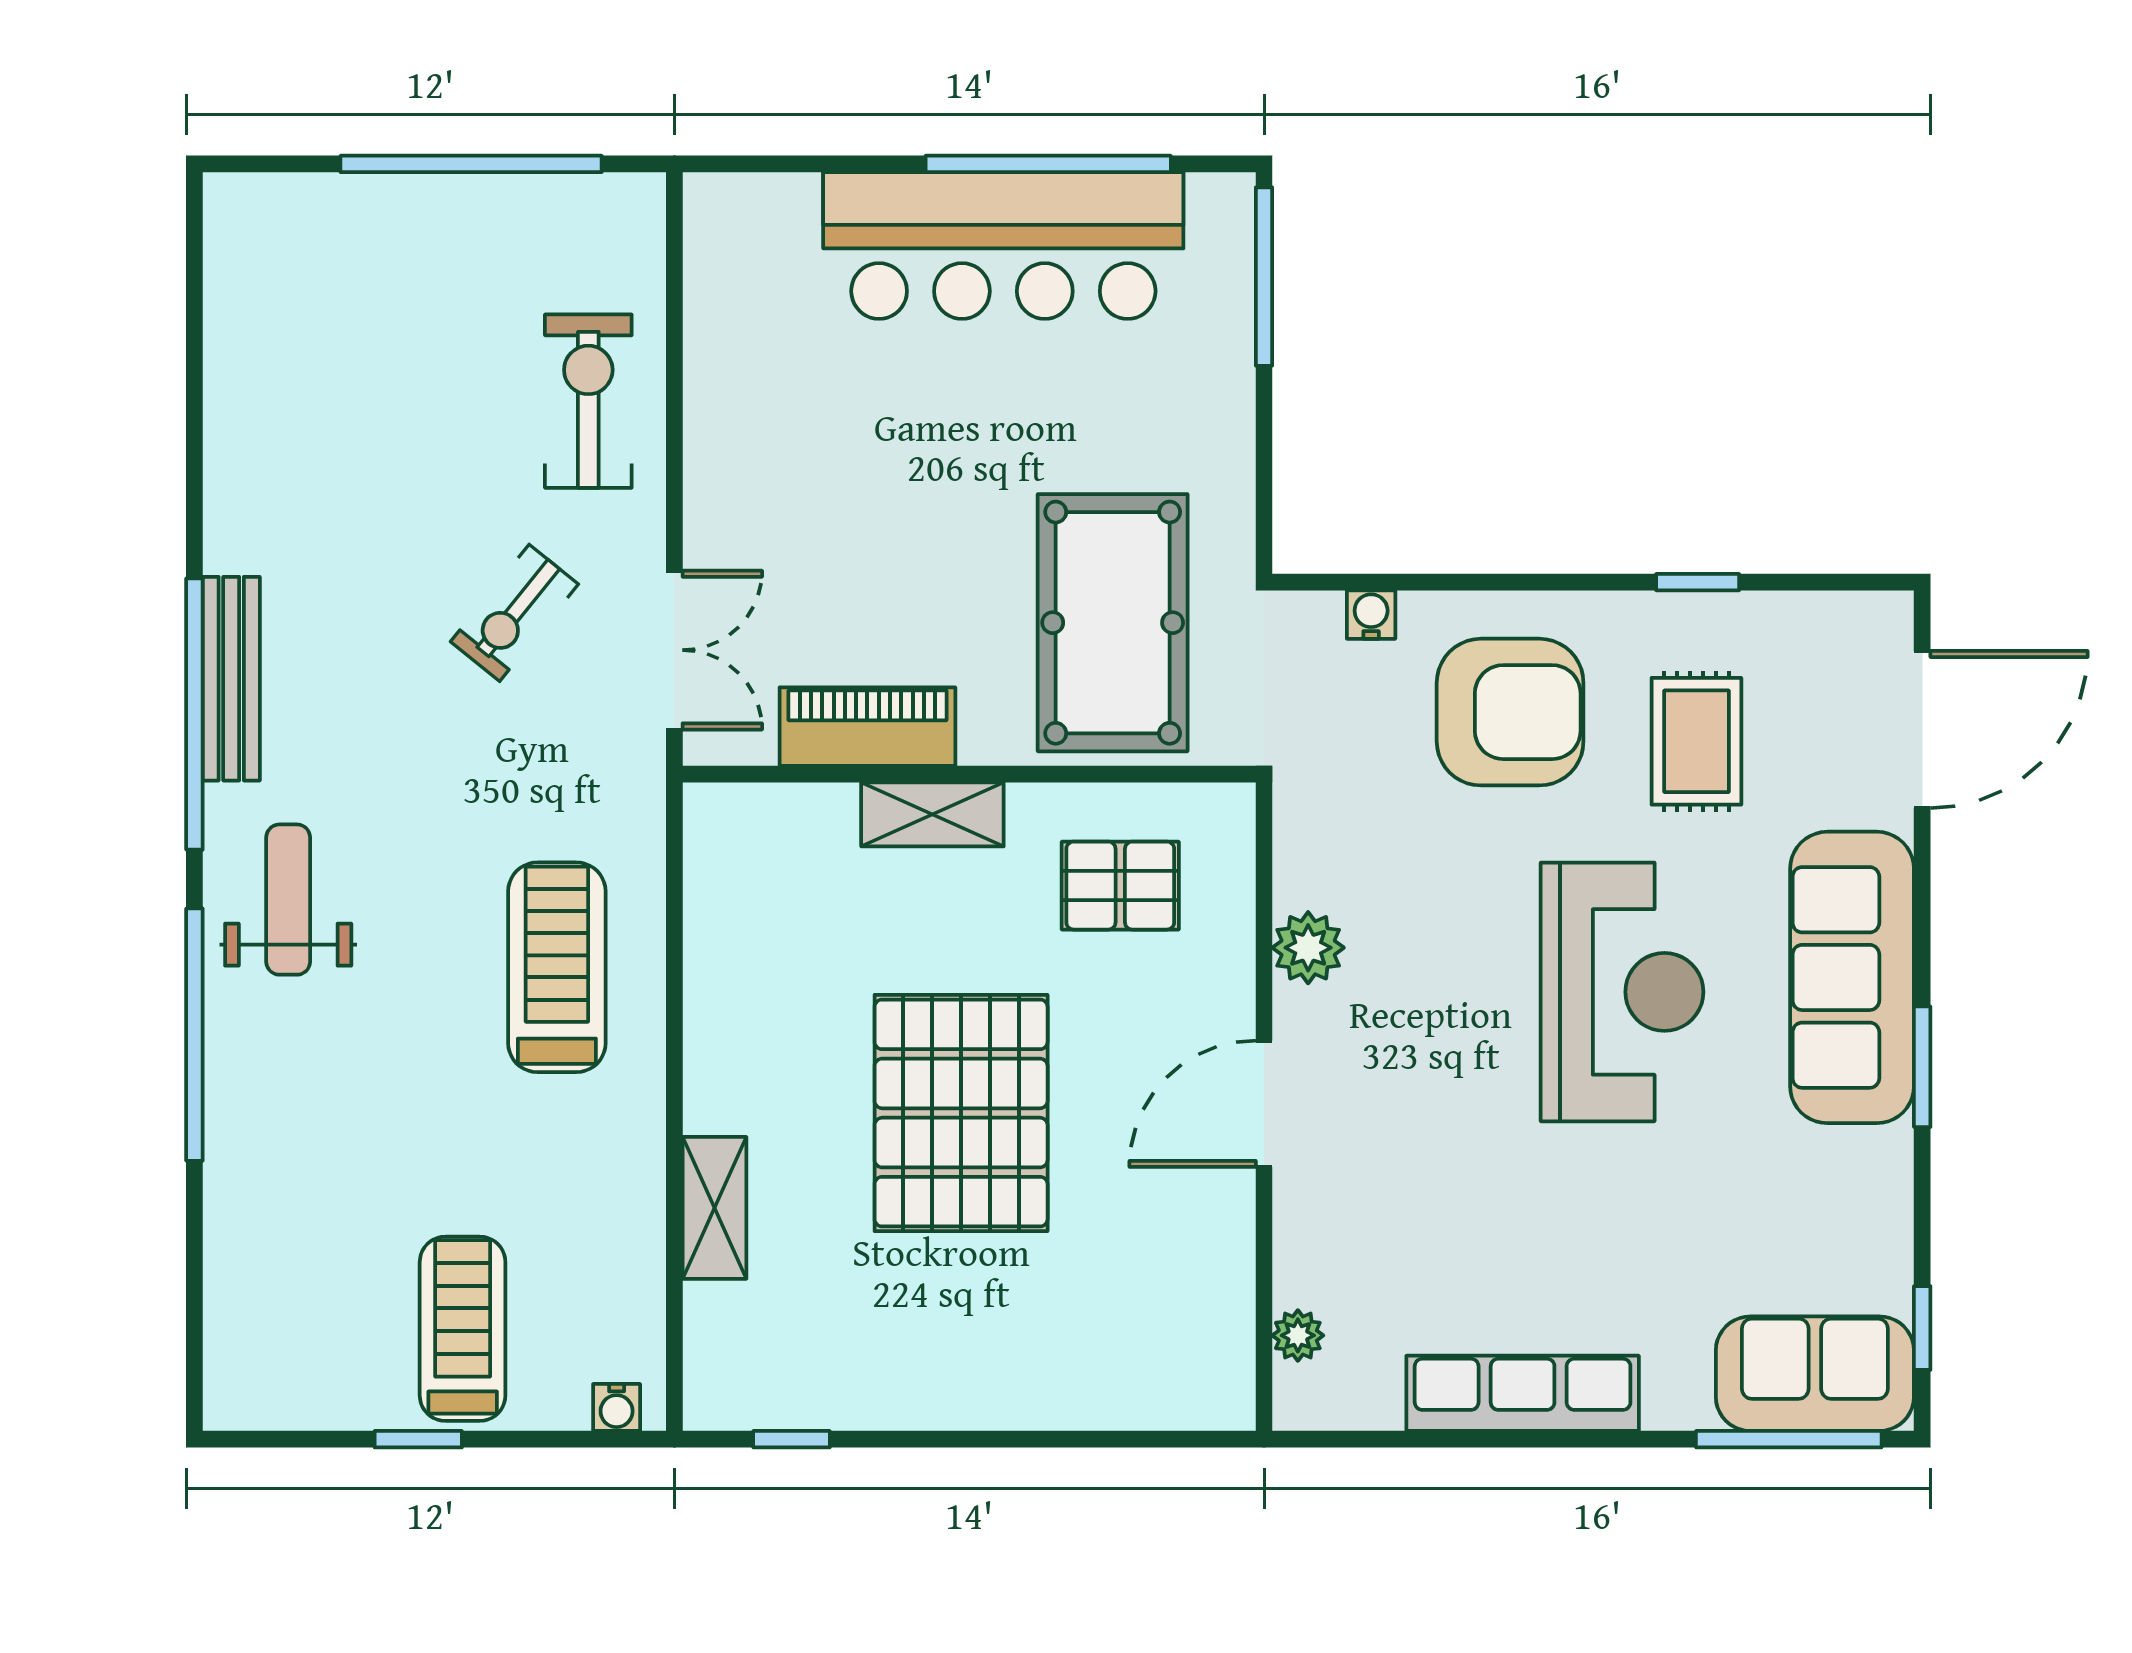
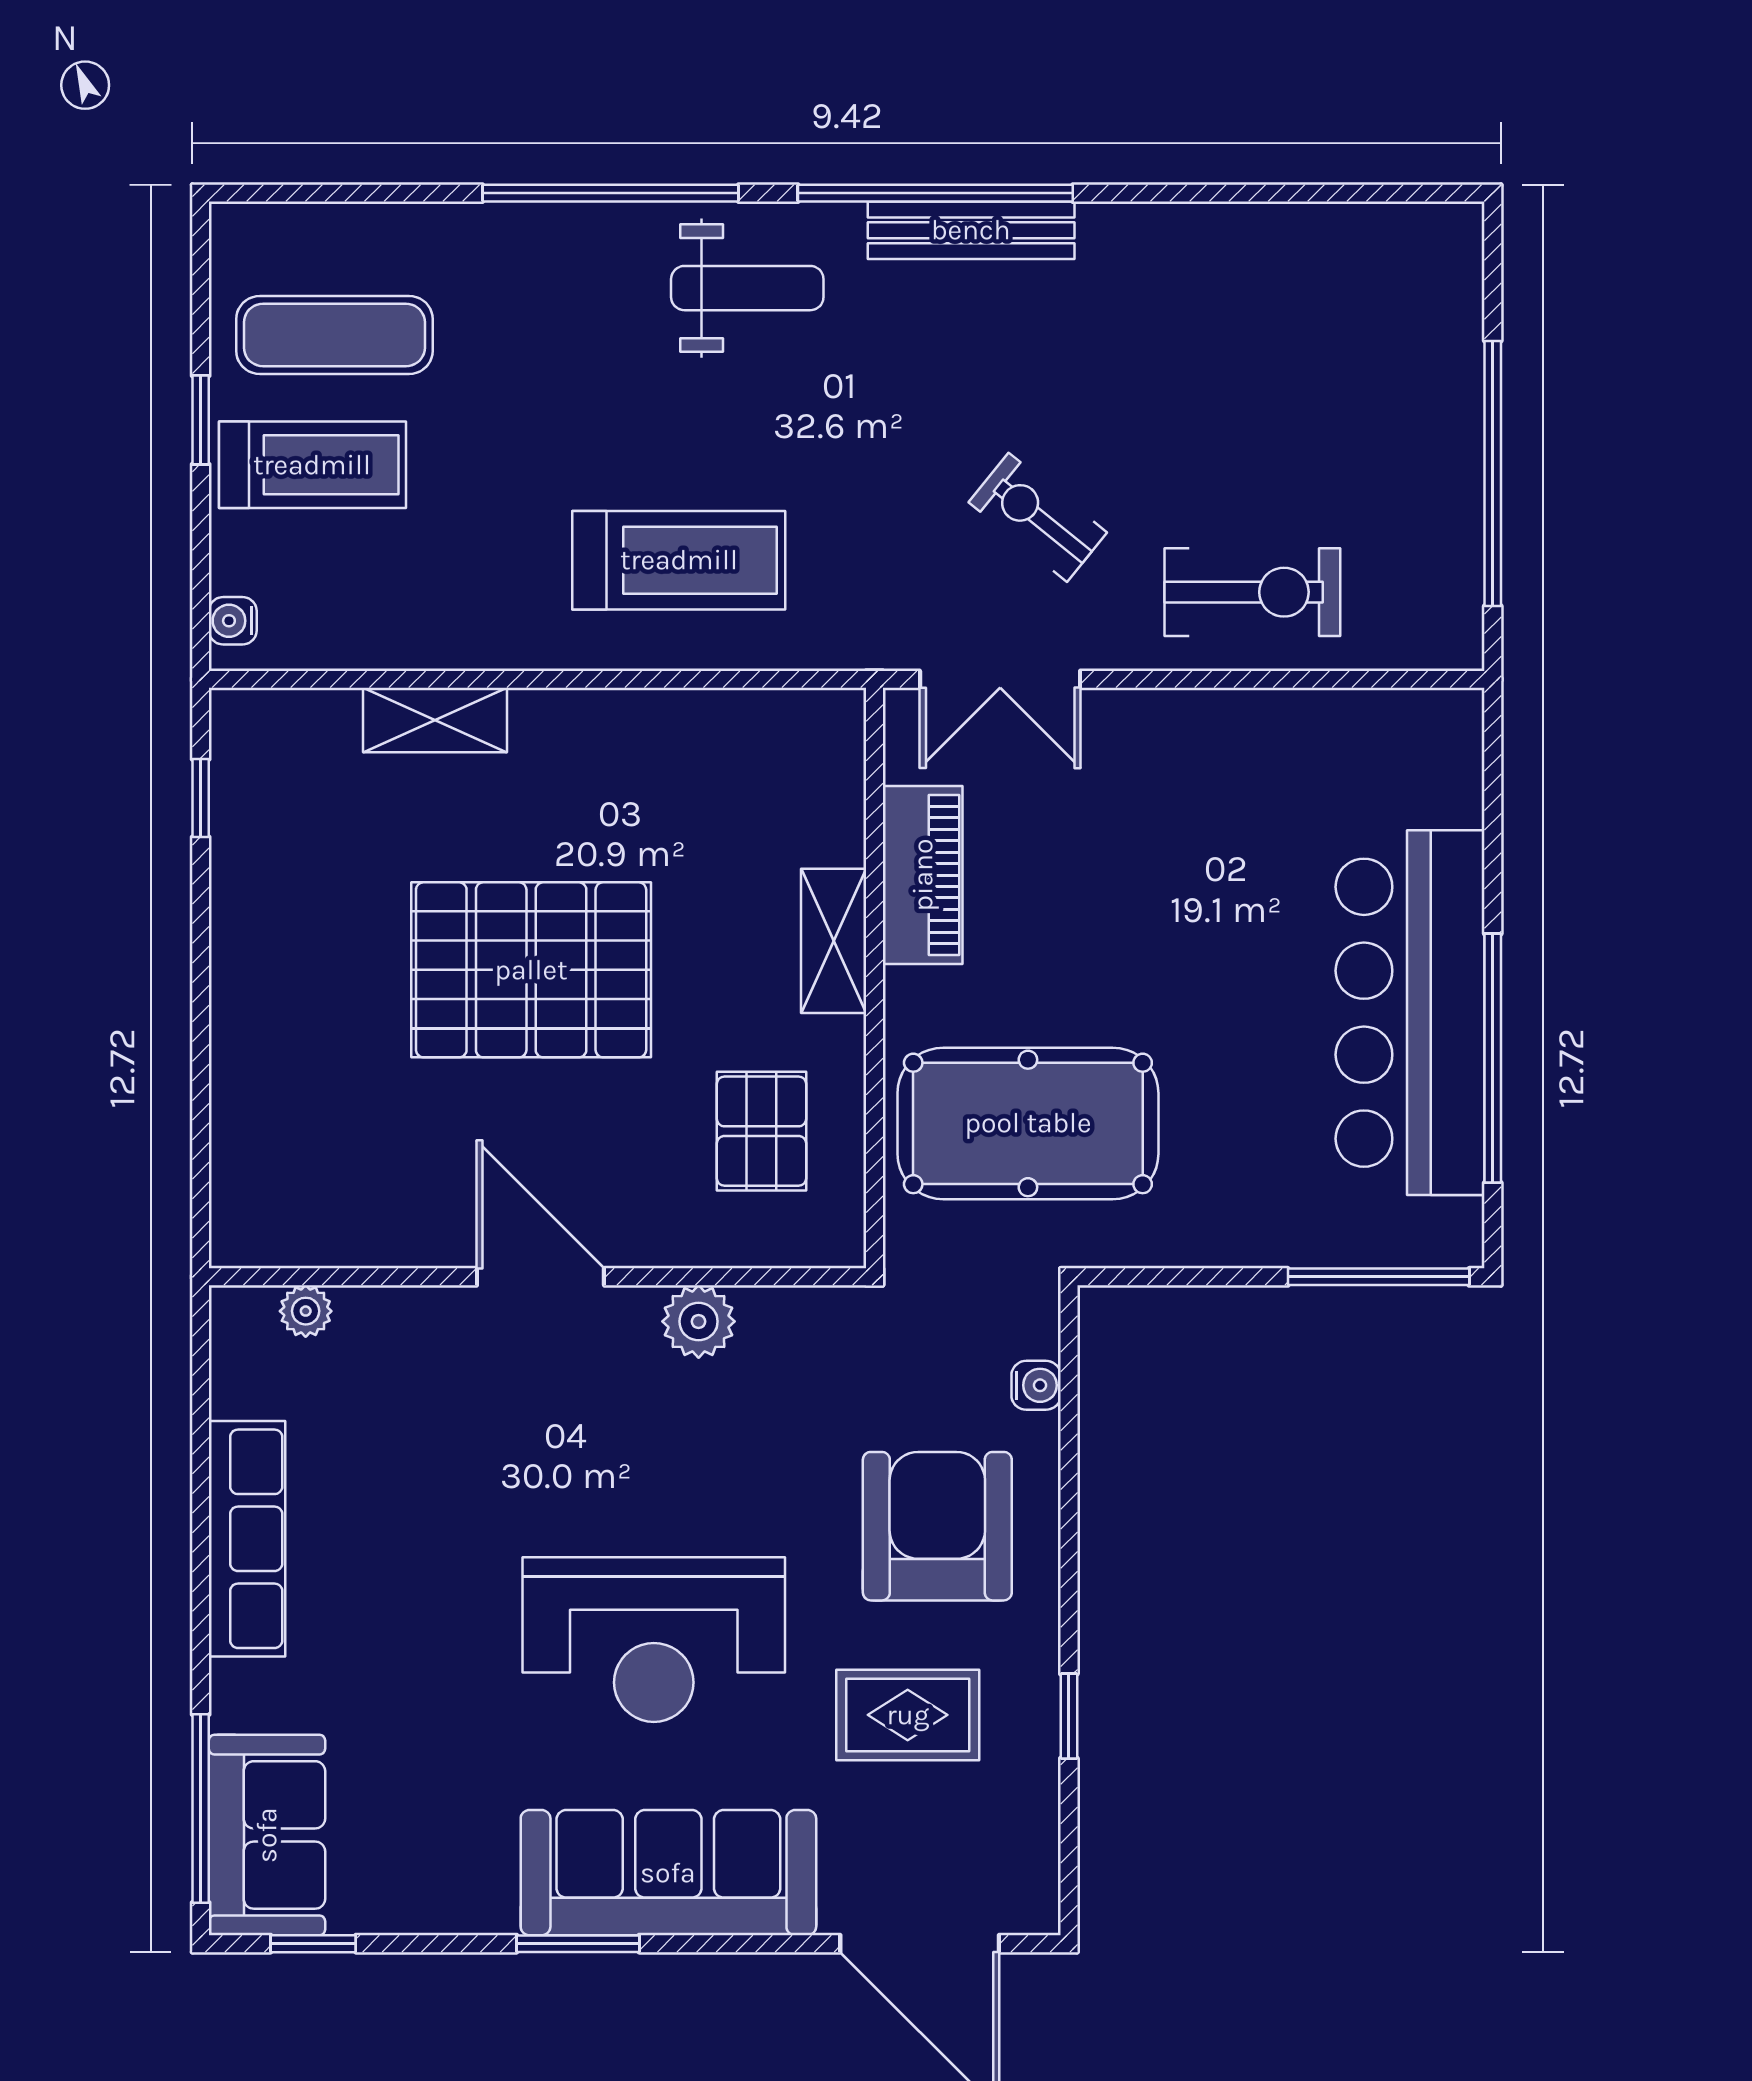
armchair: (1510, 712) -> (937, 1526), turned 180
exercise mat: (335, 1307) -> (334, 335), added

